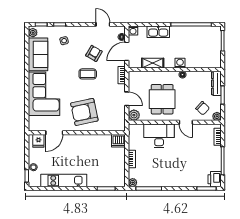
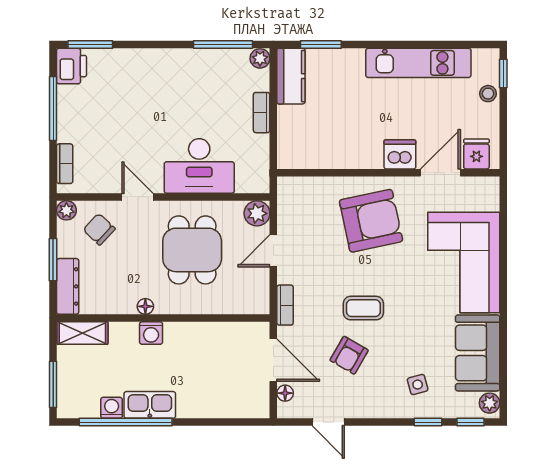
washing machine: (133, 31) -> (112, 408), moved
kitchen sink: (158, 32) -> (150, 405), moved
door: (127, 51) -> (273, 360), hinge flipped
shelving: (153, 63) -> (82, 333), moved
door: (127, 99) -> (273, 251), hinge flipped
dishwasher: (118, 141) -> (400, 154), moved
kitchen counter: (119, 175) -> (291, 76), added

